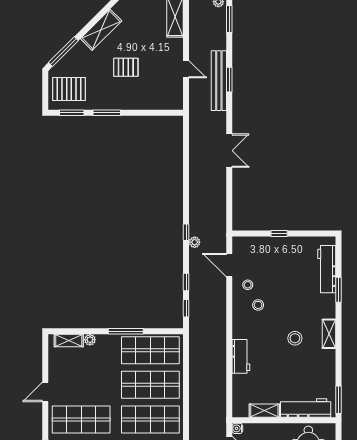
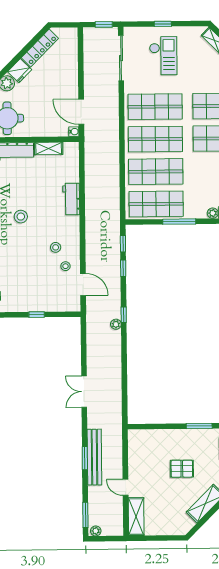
door: (186, 69) -> (126, 487), moved
plant: (195, 242) -> (116, 324), moved

